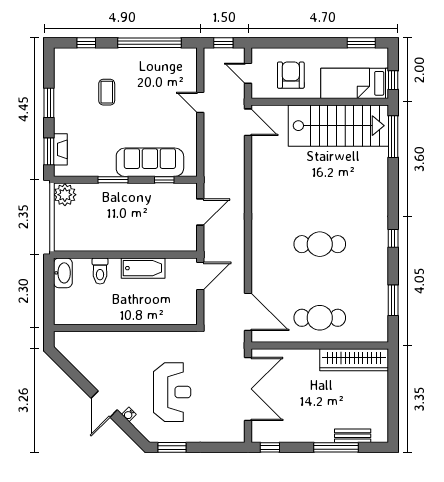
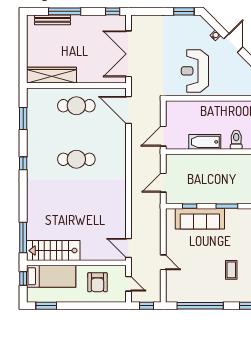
stairs: (338, 126) -> (53, 251), width x0.73, depth x0.66
reception desk: (172, 392) -> (195, 71), moved
bench: (353, 436) -> (52, 20), width x1.36

